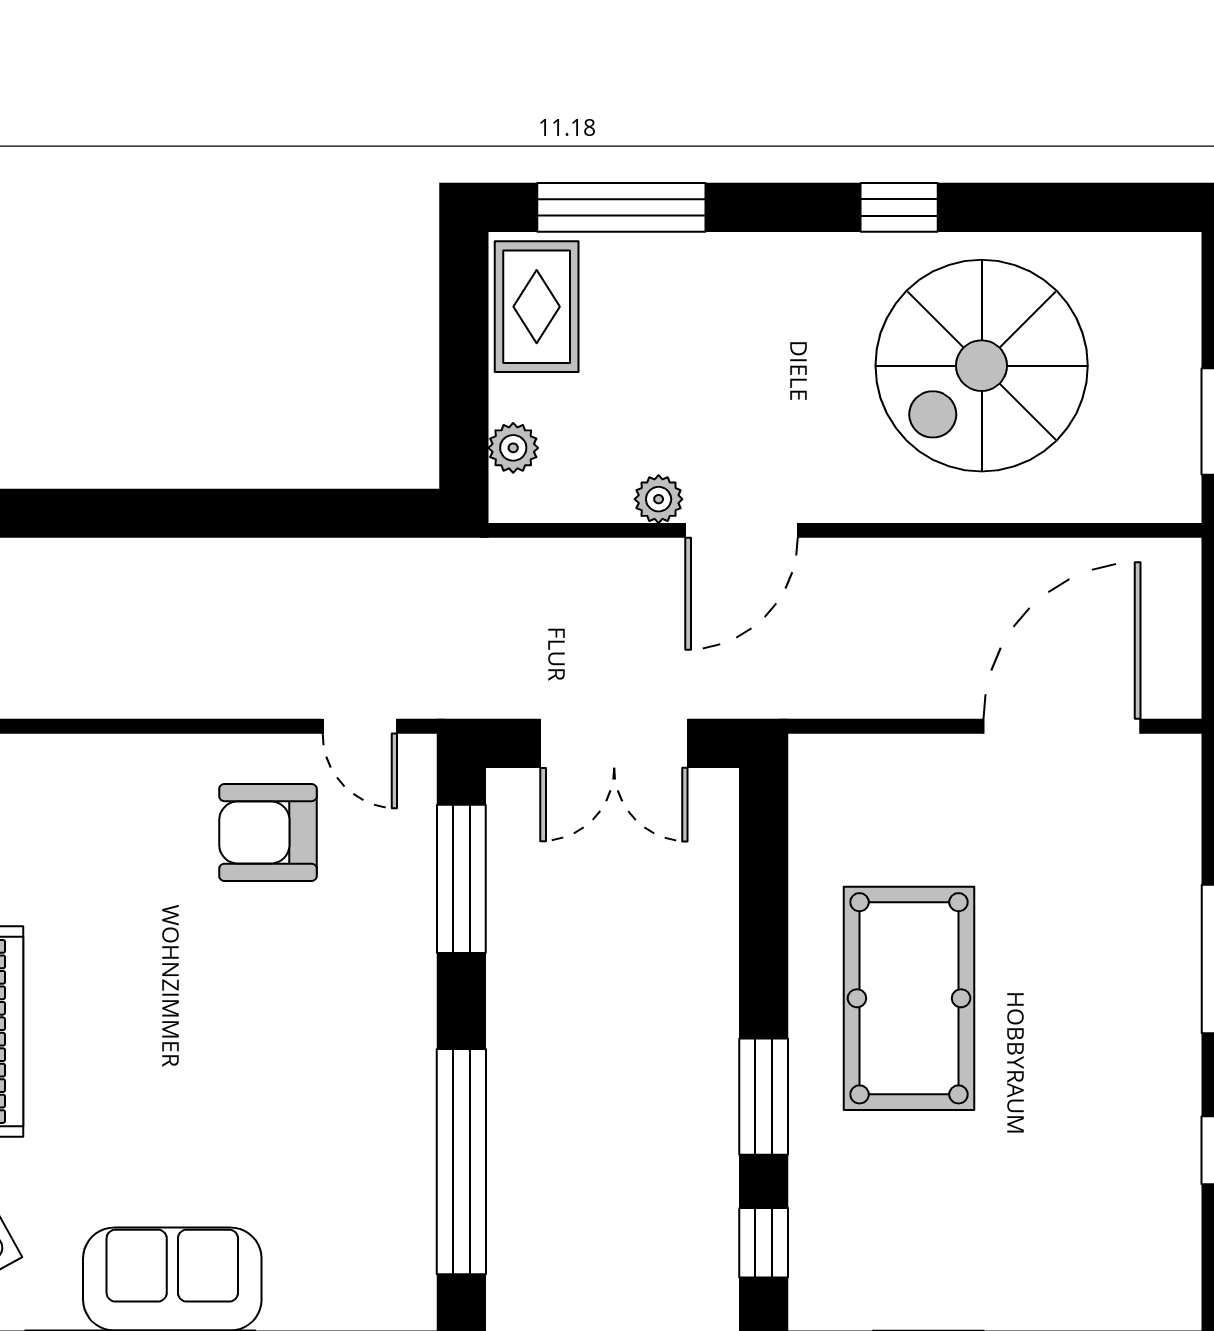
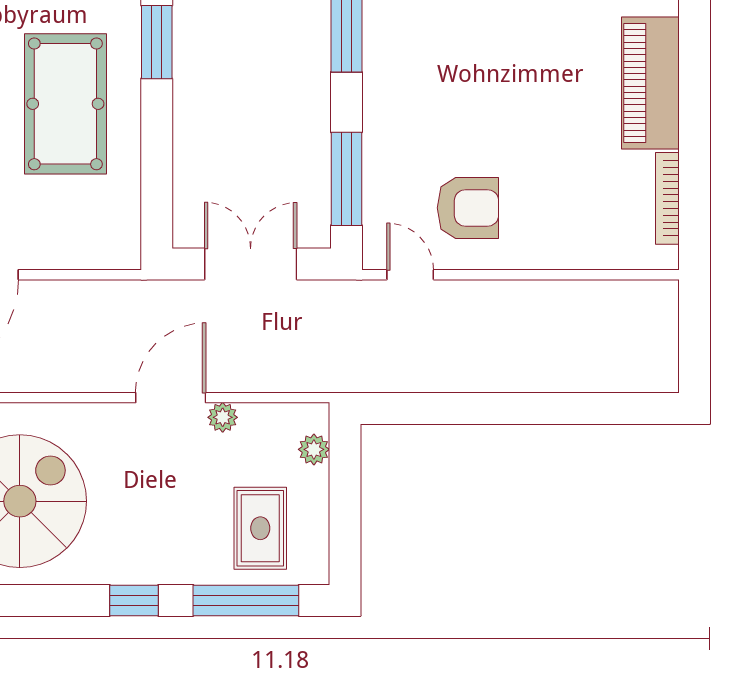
window: (899, 207) -> (134, 600), moved
rug: (537, 307) -> (260, 528), moved

